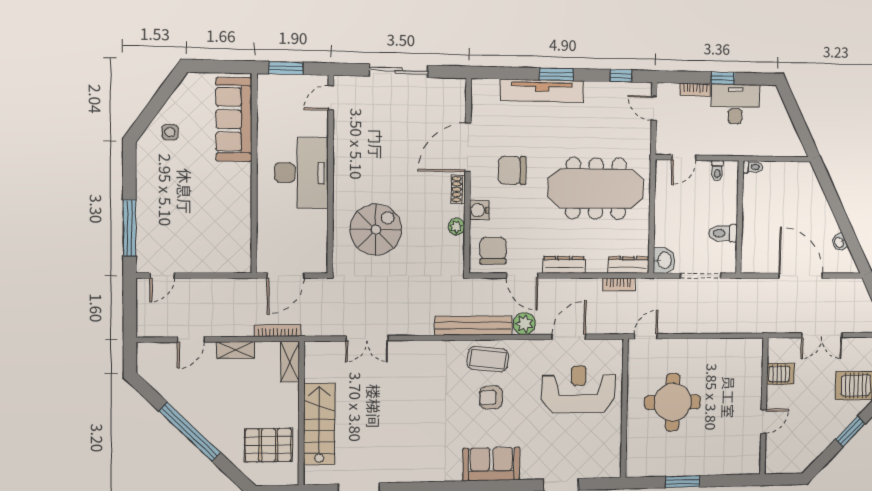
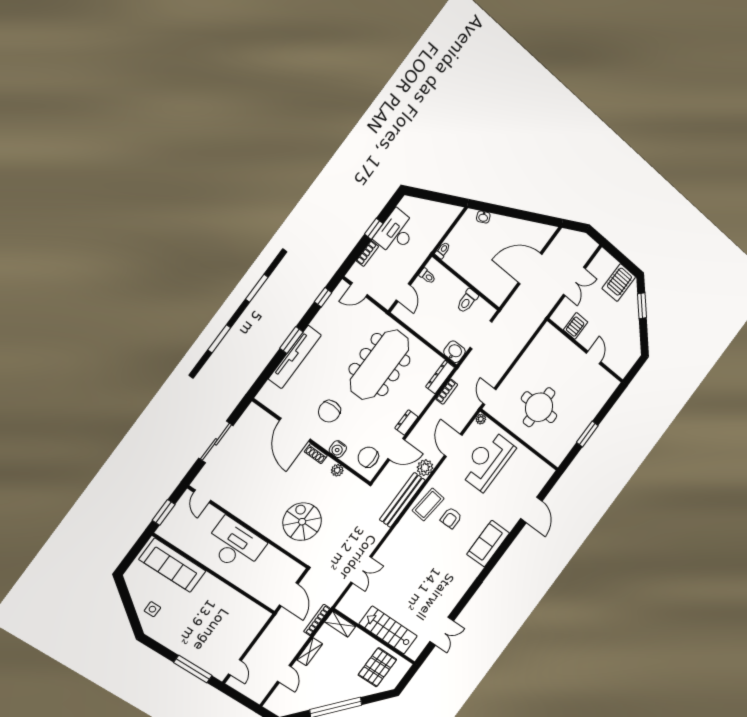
washbasin: (839, 242) -> (483, 217), moved
dresser: (564, 265) -> (406, 422), width x0.70
plant: (616, 346) -> (481, 419), added

